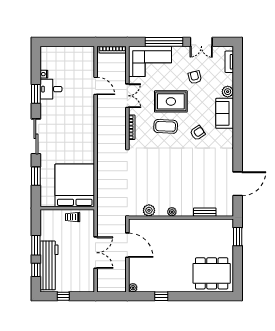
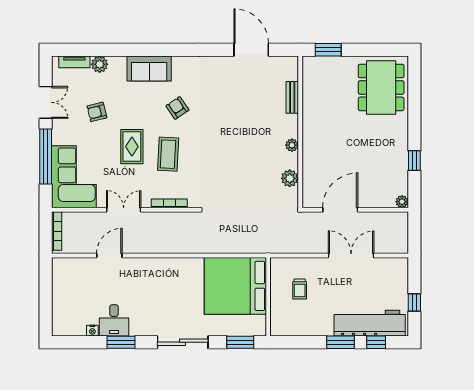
plant: (228, 92) -> (100, 64), moved
rug: (171, 101) -> (132, 147), width x0.73, depth x0.70
bed: (75, 185) -> (235, 286), moved
wall: (67, 208) -> (268, 297), moved

